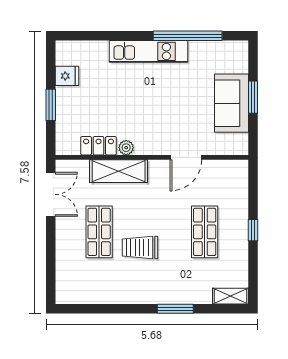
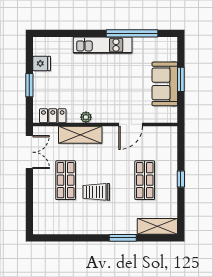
locker: (99, 146) -> (53, 116), moved
shelving: (230, 296) -> (157, 226), width x1.50, depth x1.33

